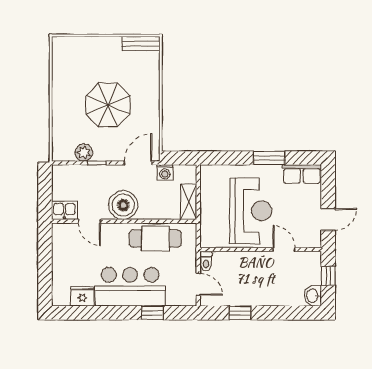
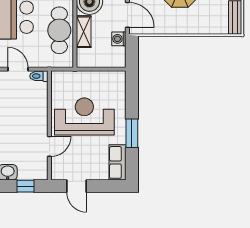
shelving: (189, 202) -> (84, 32), moved, turned 90
reception desk: (251, 211) -> (84, 117), turned 180
door: (198, 284) -> (18, 69), swing flipped

